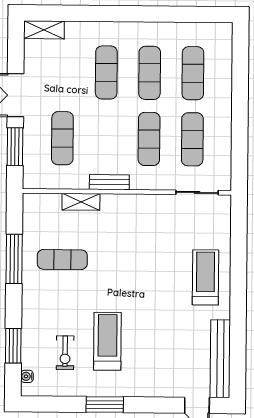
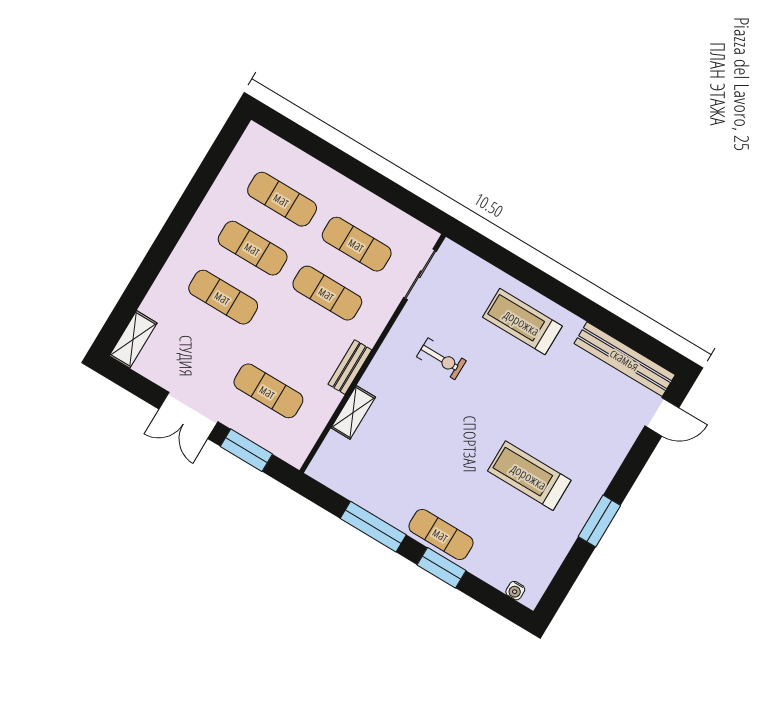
exercise mat: (62, 260) -> (441, 534), moved, turned 90
window: (13, 346) -> (442, 568), moved
exercise bike: (65, 353) -> (441, 359), moved

